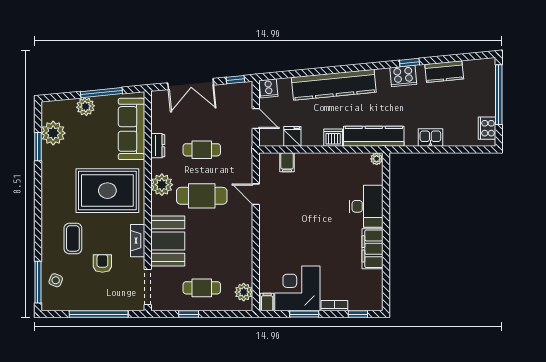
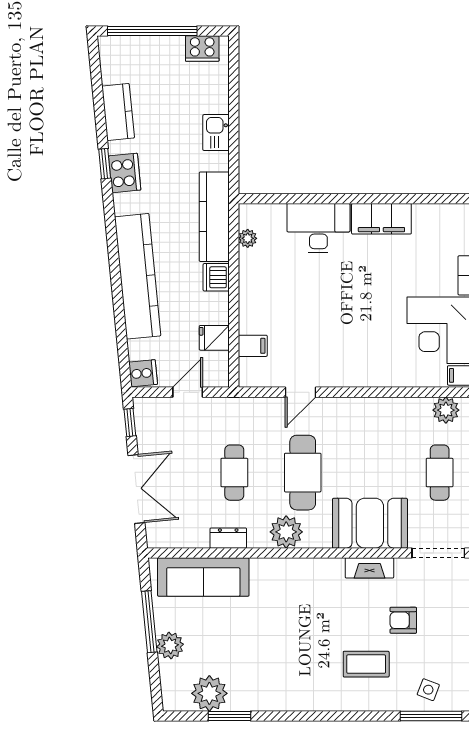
plant: (377, 159) -> (248, 238), moved
rug: (107, 191) -> (295, 613), removed

